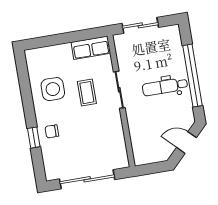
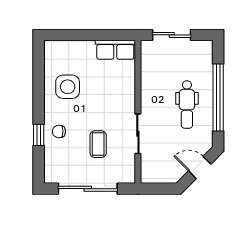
dental chair: (165, 87) -> (187, 104), turned -90
sliding door: (119, 90) -> (138, 134), moved
coffee table: (87, 93) -> (98, 144), moved

